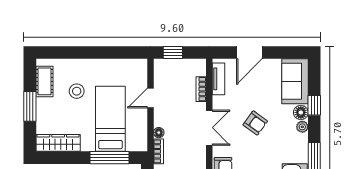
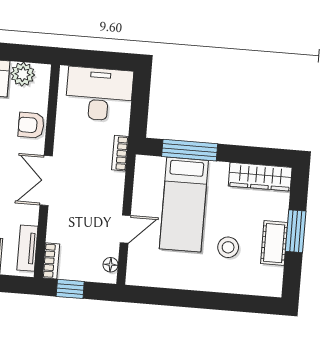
window: (173, 53) -> (70, 289), moved
cot: (44, 81) -> (274, 243), moved
bookcase: (201, 89) -> (51, 261), moved
floor lamp: (159, 133) -> (111, 265), moved

